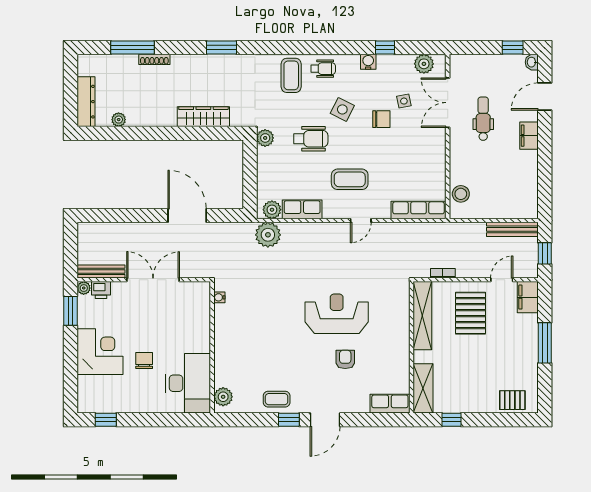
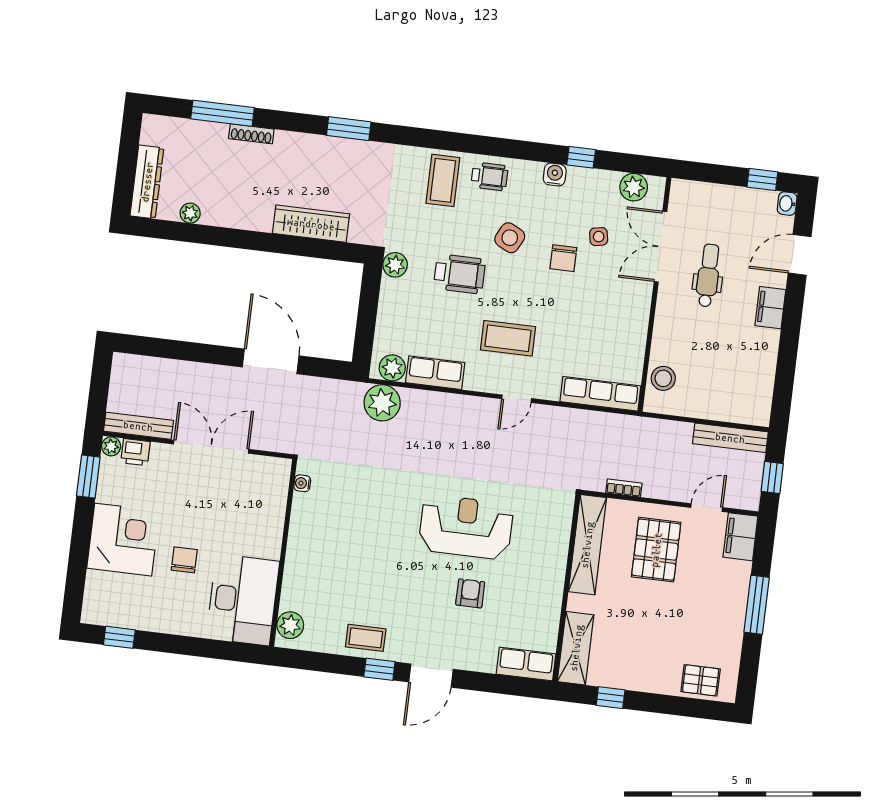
chair: (381, 119) -> (563, 258), turned 90

